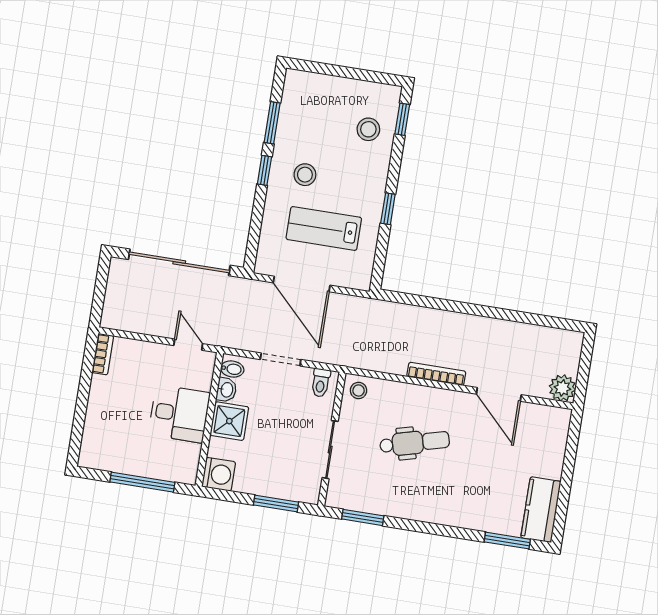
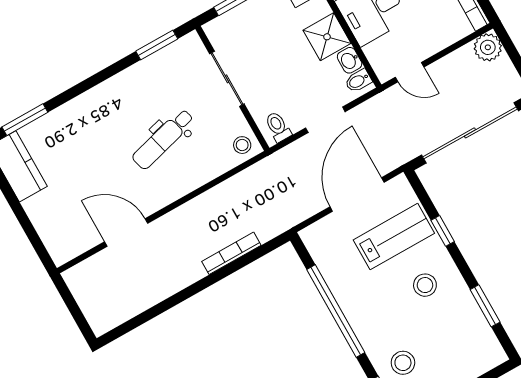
window: (264, 170) -> (443, 231), moved
window: (388, 209) -> (336, 311), width x3.17
lab bench: (324, 228) -> (394, 237), moved
door: (302, 284) -> (357, 194), hinge flipped
bookcase: (436, 374) -> (231, 253), moved, turned 180
plant: (562, 388) -> (488, 47), moved

